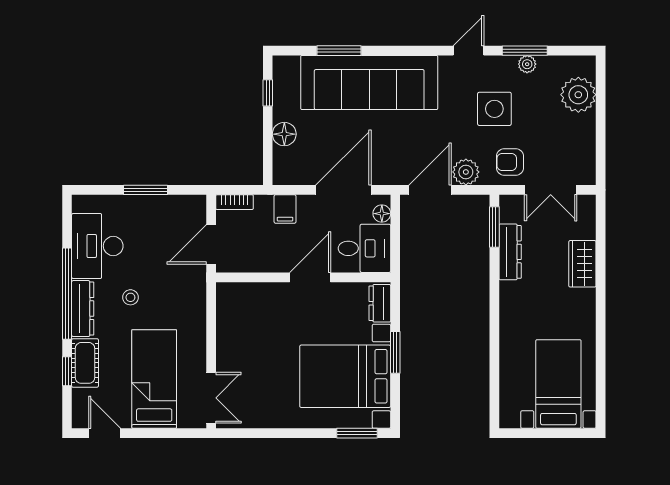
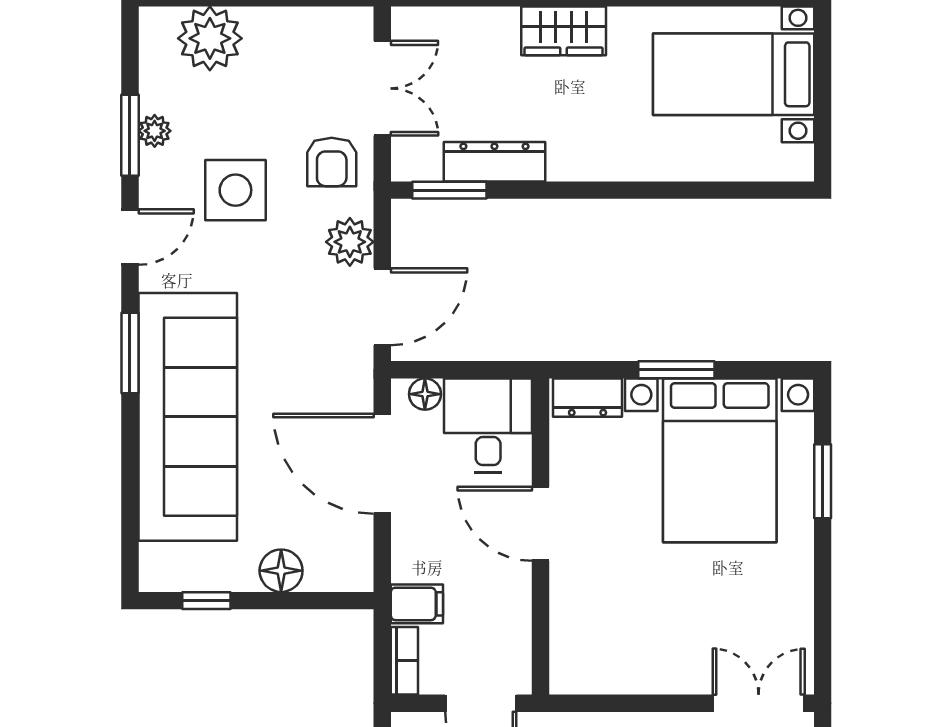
window: (339, 51) -> (130, 353), moved
door: (469, 51) -> (130, 237), swing flipped
door: (430, 190) -> (382, 307), swing flipped
filing cabinet: (285, 209) -> (417, 604), moved
wardrobe: (582, 264) -> (564, 31), moved
window: (357, 433) -> (823, 481), moved

